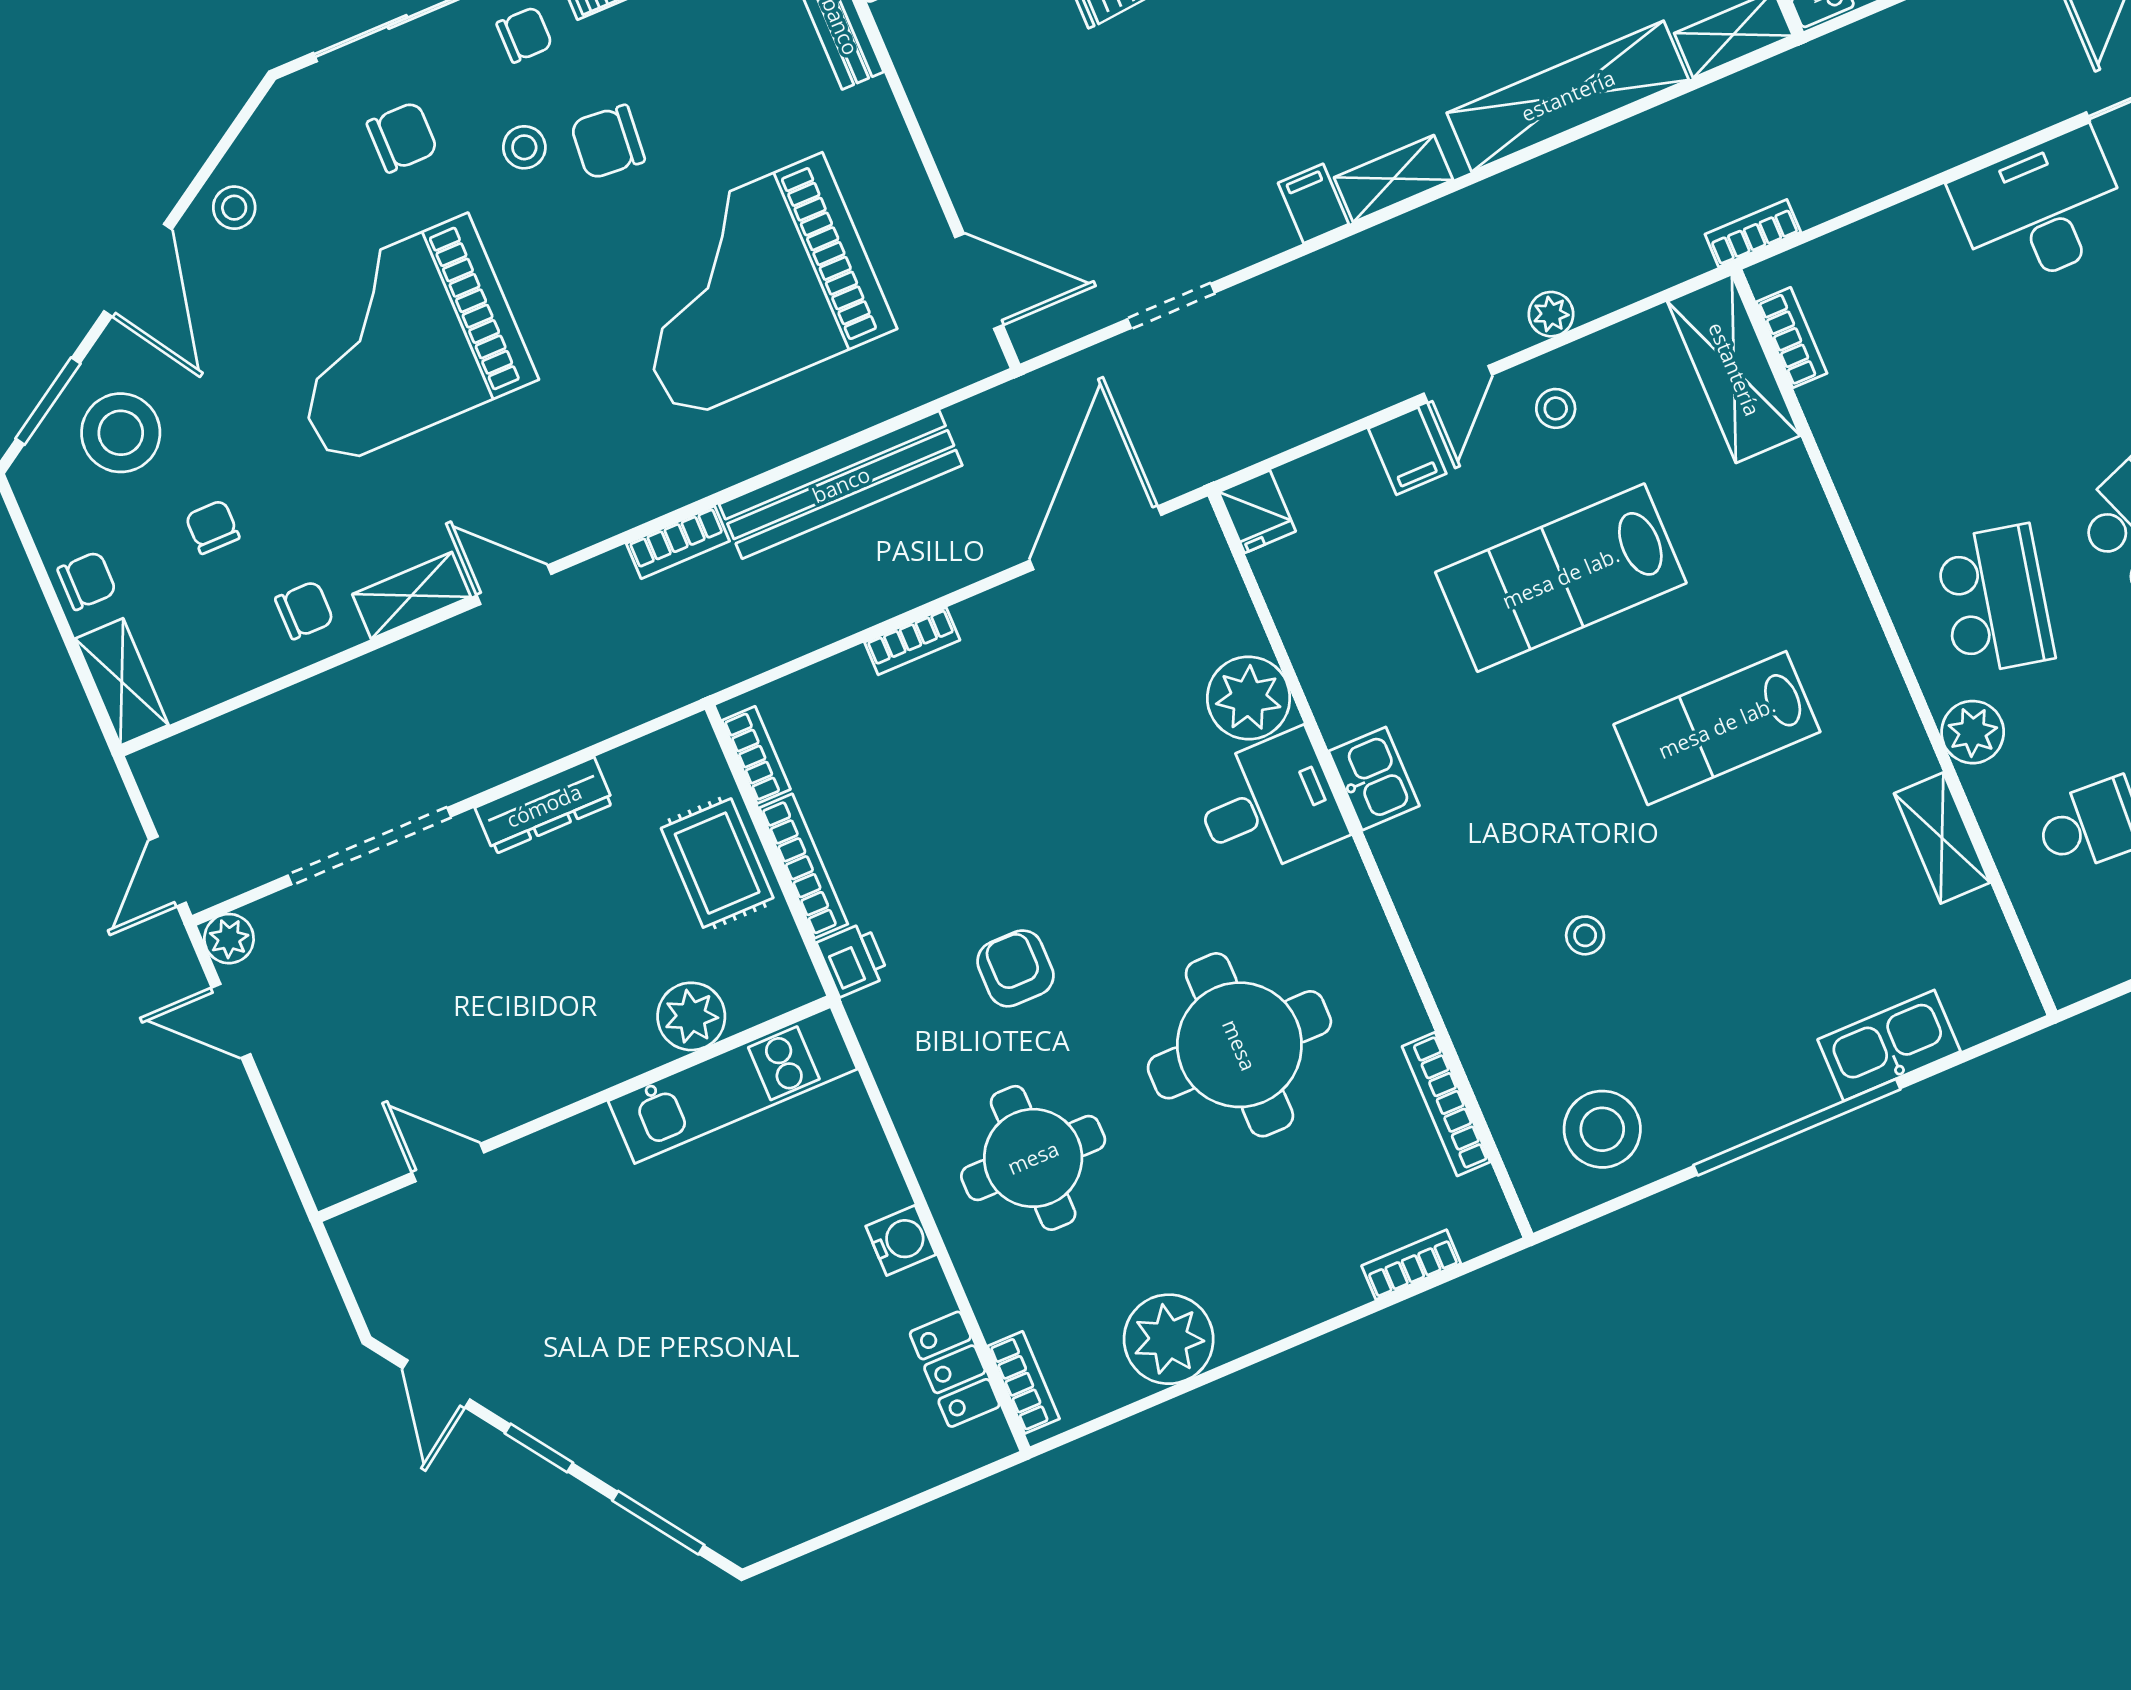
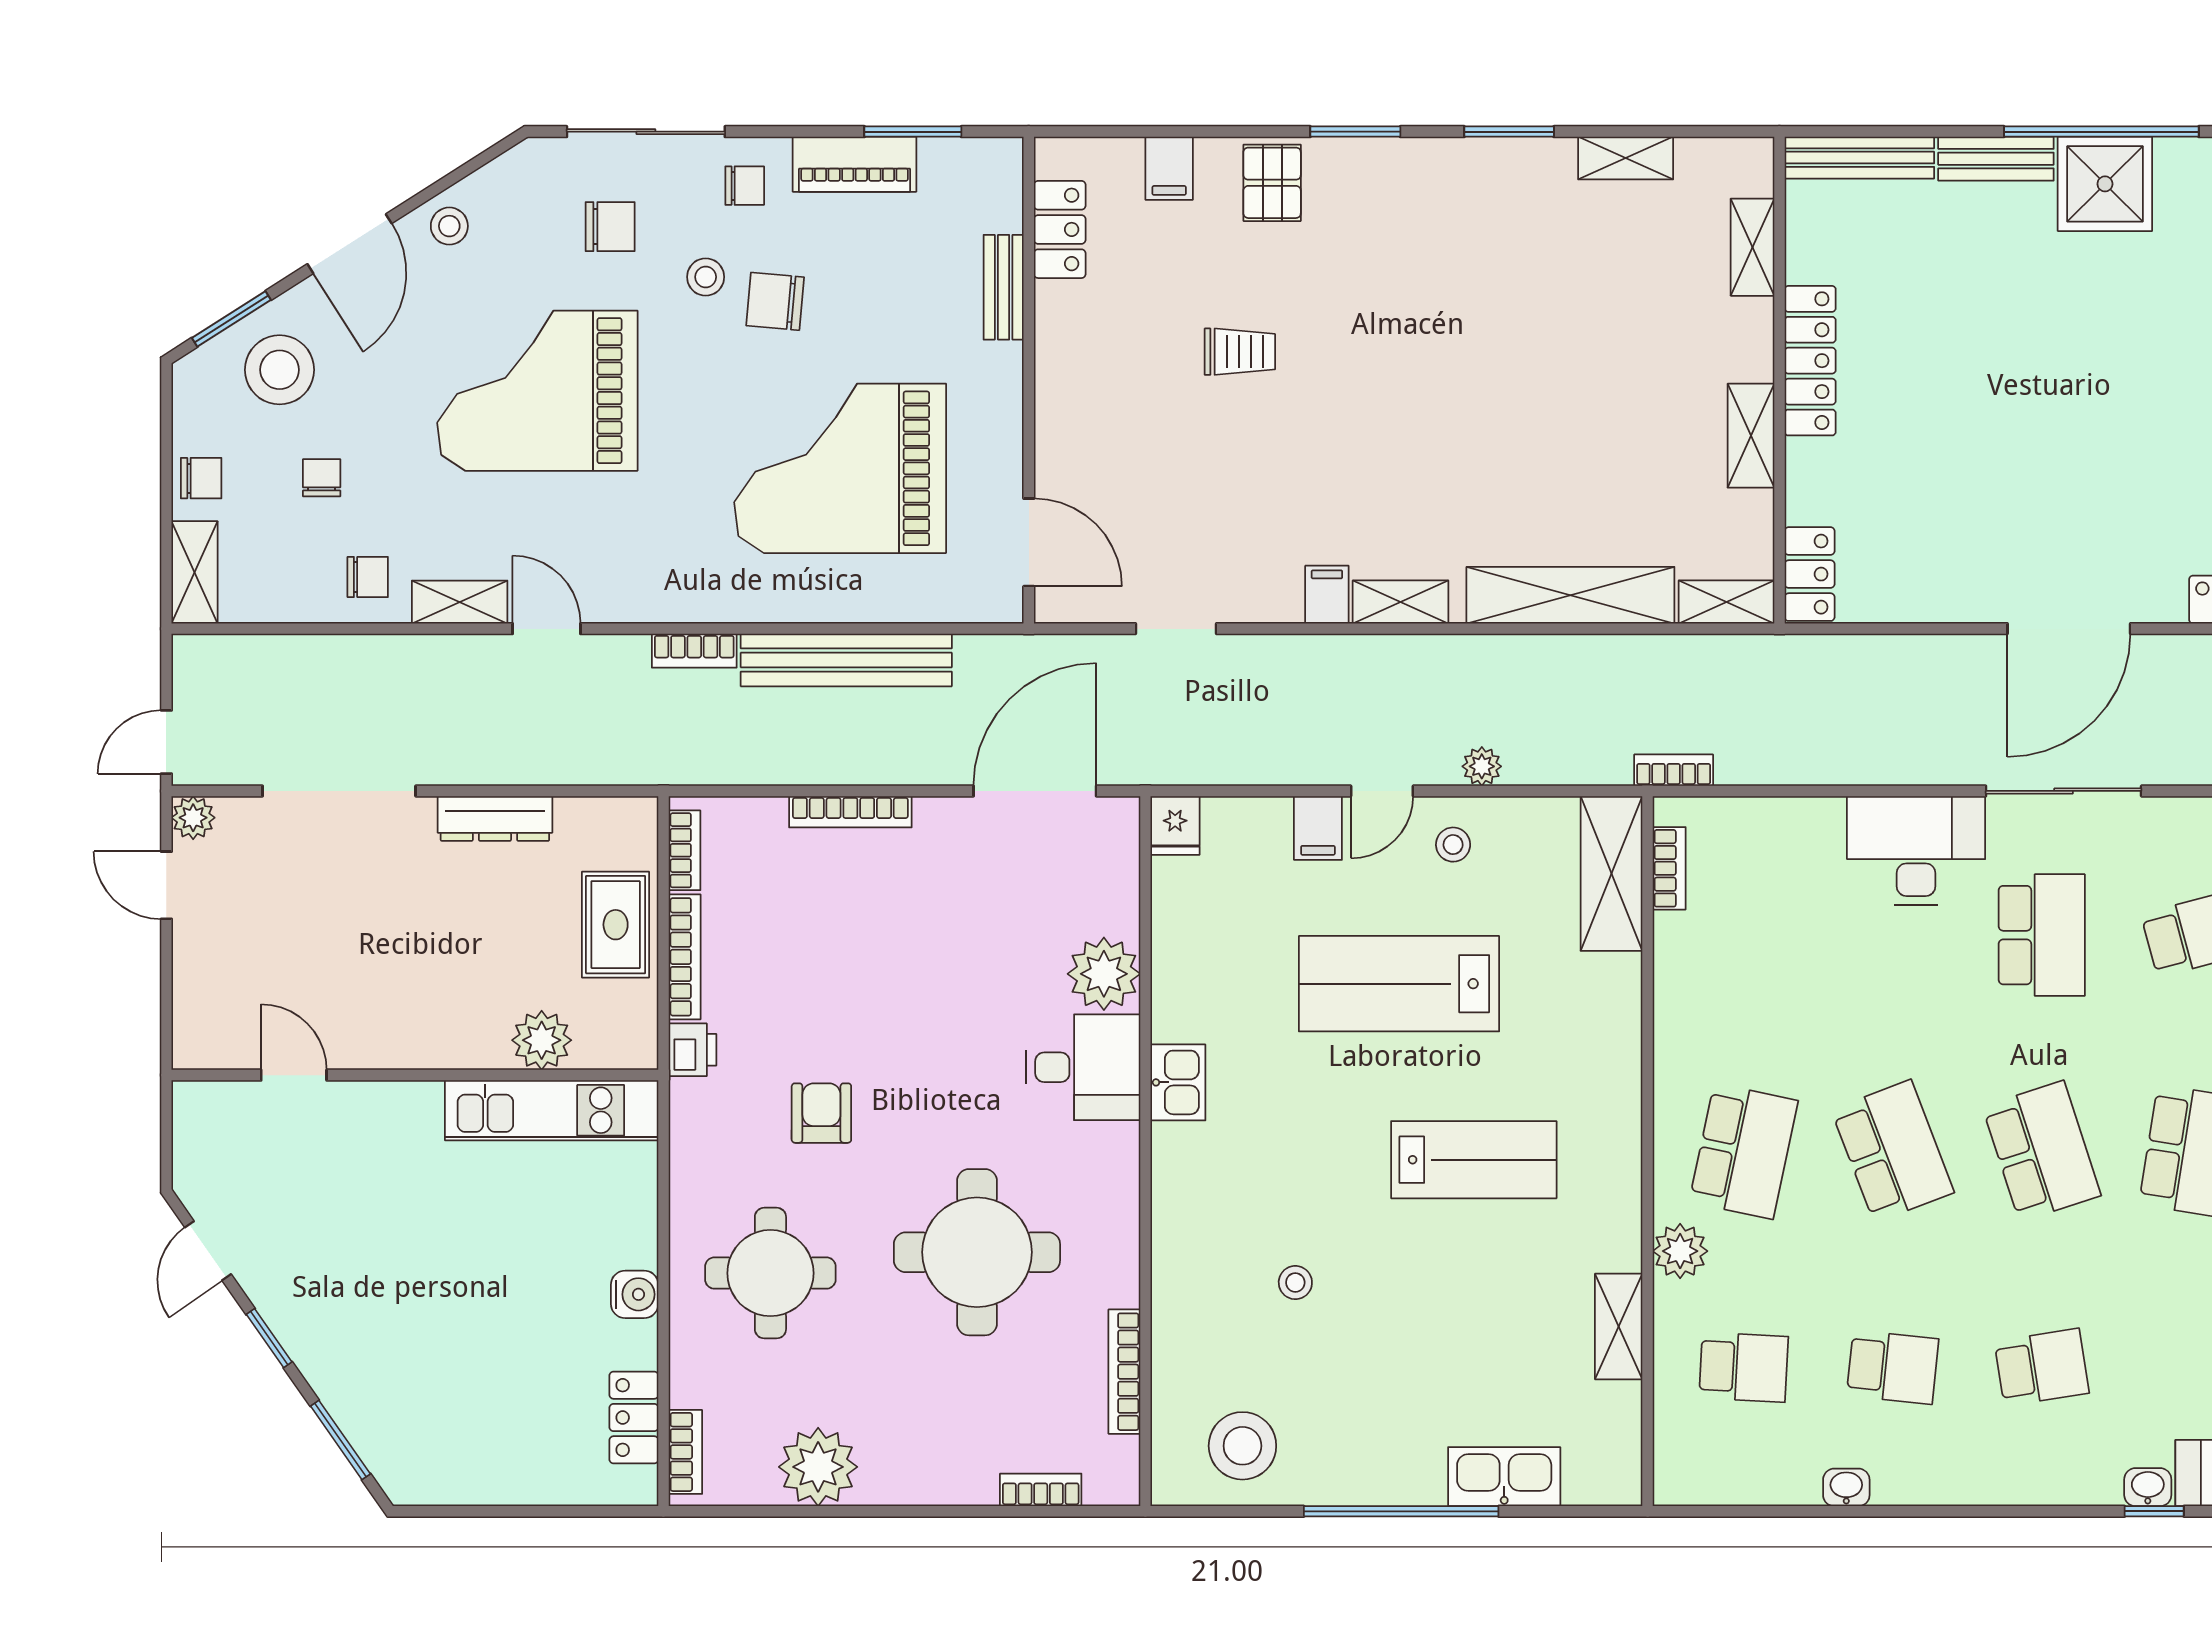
bookcase: (912, 641) -> (850, 812), width x1.56
lab bench: (1717, 728) -> (1474, 1160), turned 180

